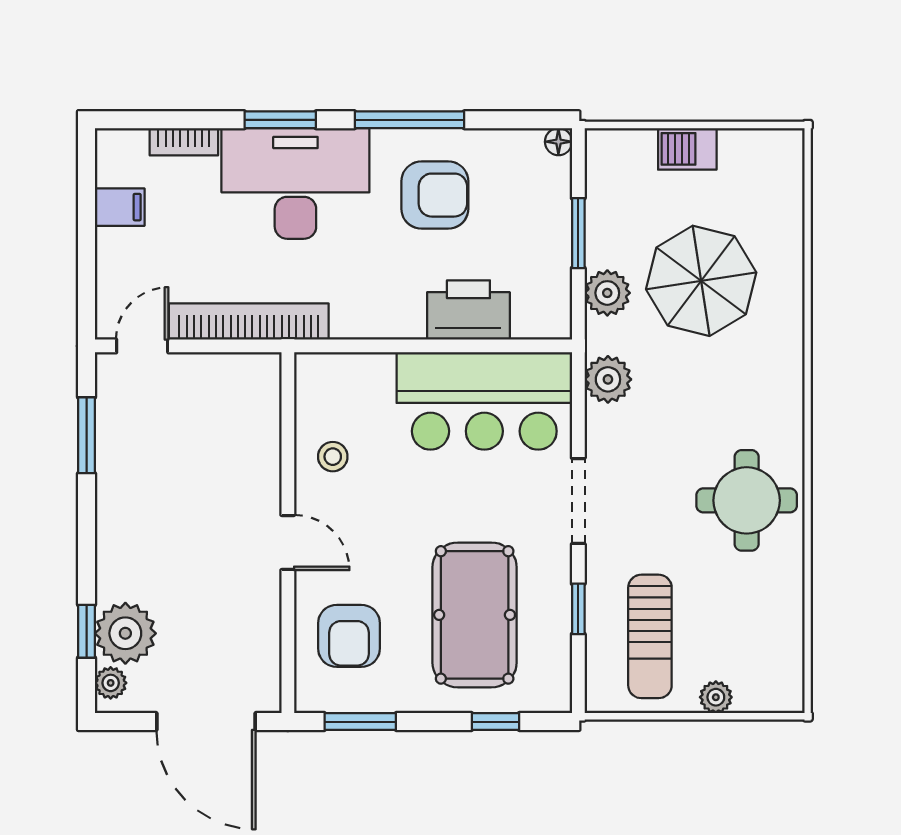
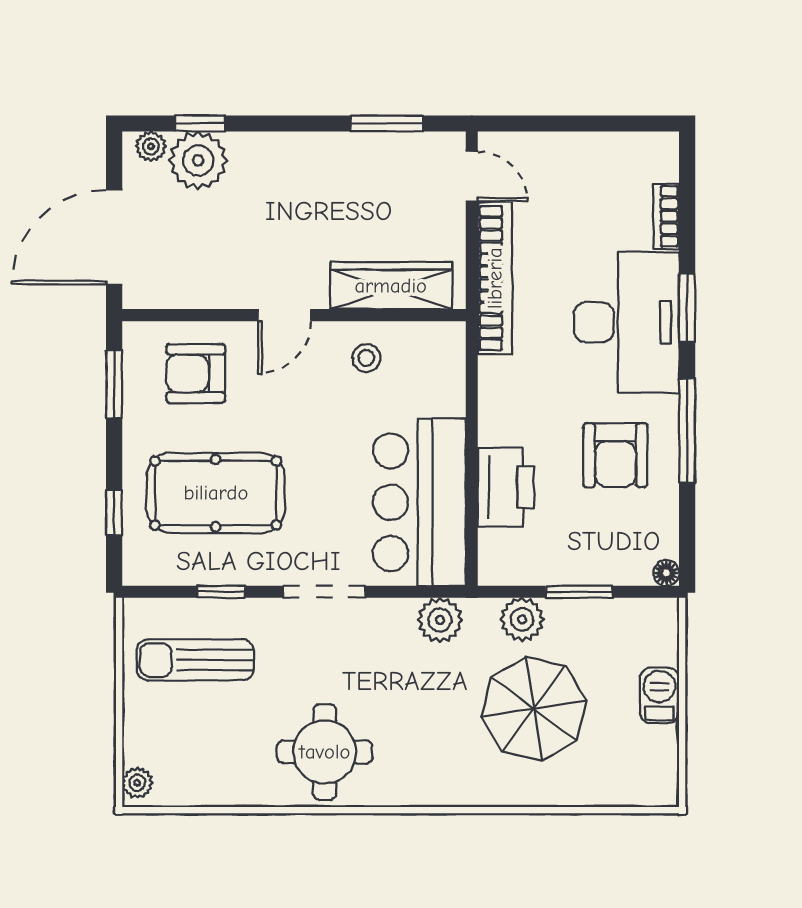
filing cabinet: (120, 207) -> (604, 155), removed
wardrobe: (257, 431) -> (391, 286), added
plant: (716, 697) -> (137, 783), moved

